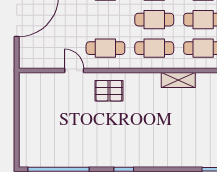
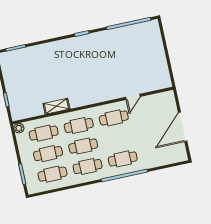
door: (74, 71) -> (133, 97), hinge flipped
pallet: (109, 91) -> (105, 88), removed

